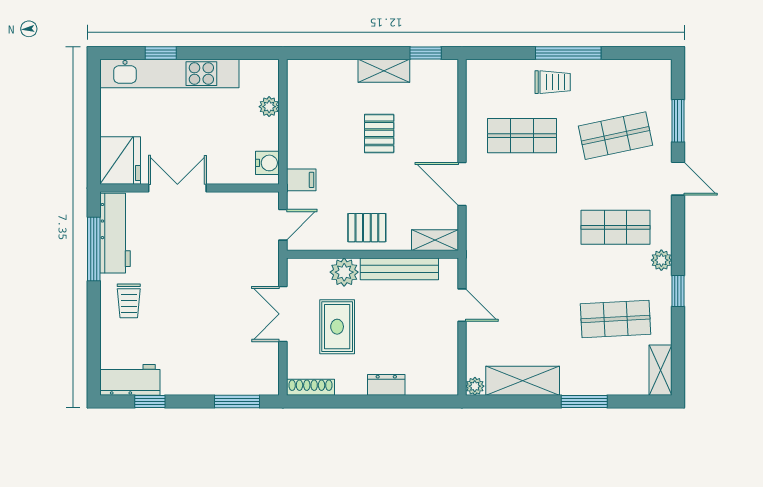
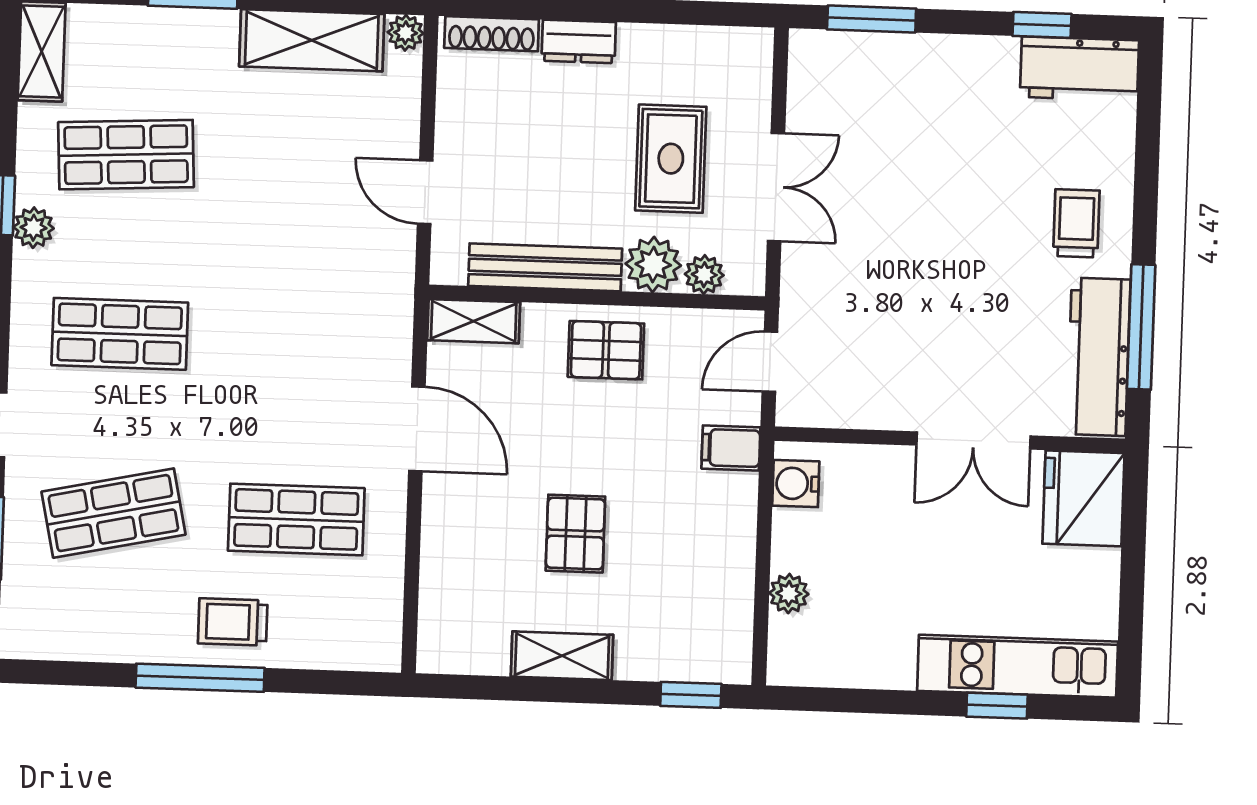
window: (426, 53) -> (691, 695), moved
kitchen unit: (169, 74) -> (1018, 666), width x0.73
plant: (661, 260) -> (34, 228), moved
plant: (318, 268) -> (704, 275), added
shoe rack: (310, 387) -> (492, 34), moved

